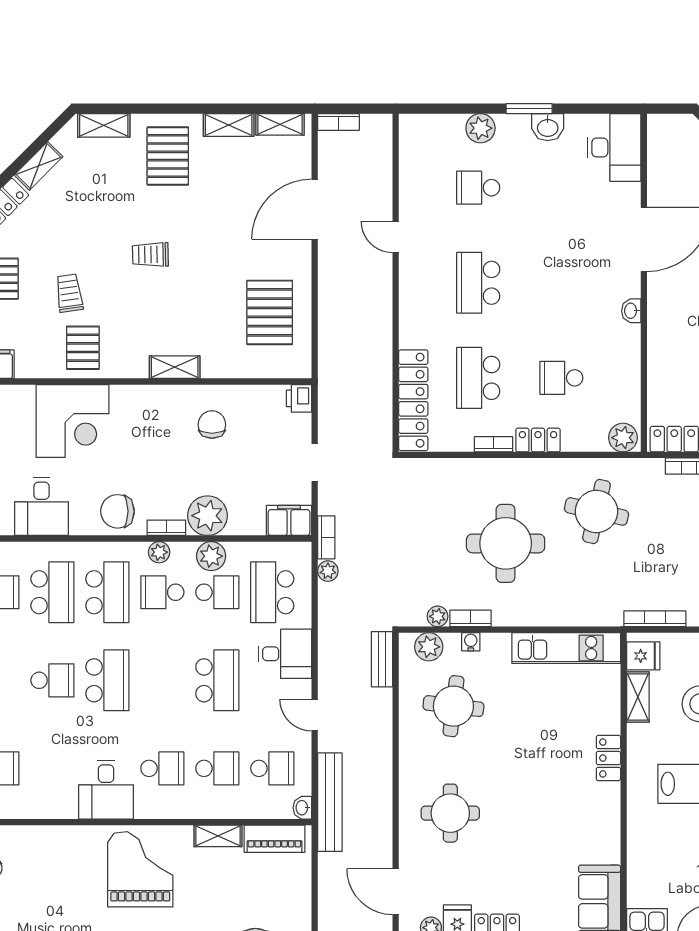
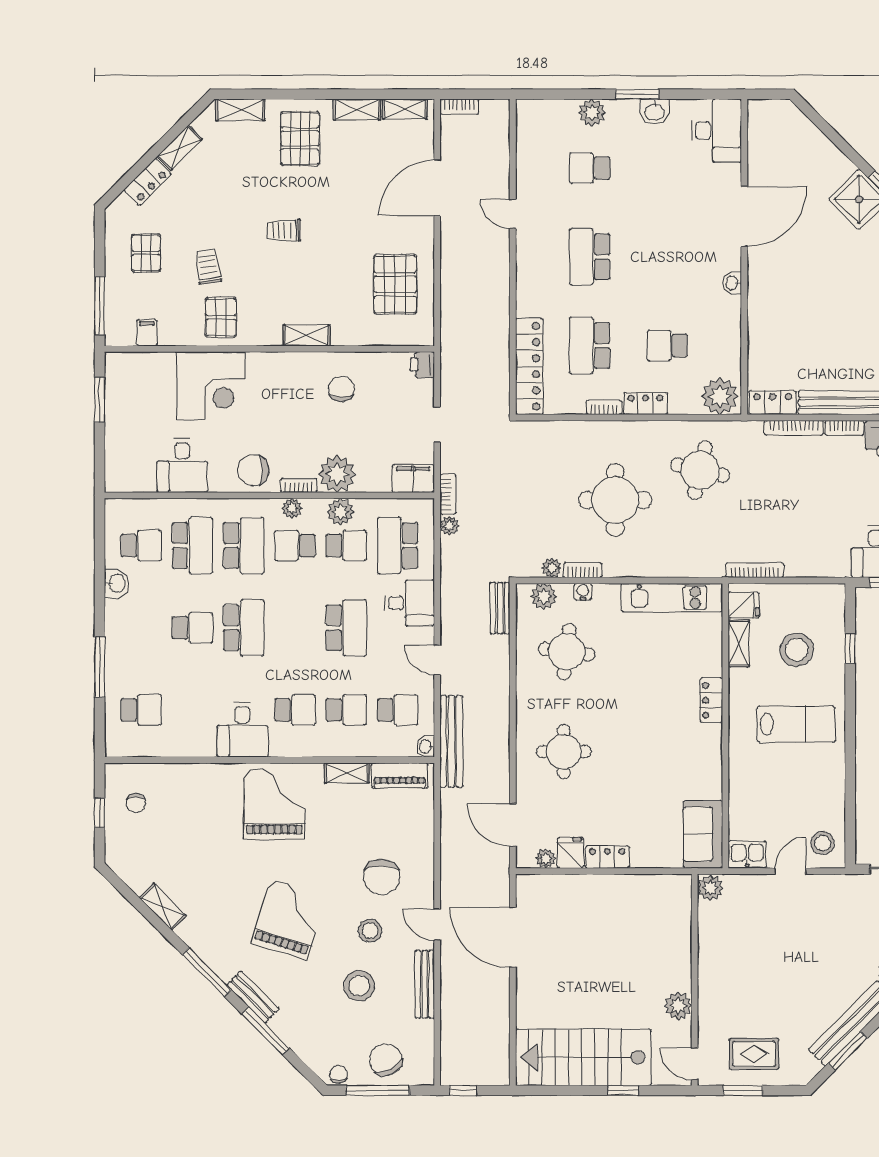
plant: (623, 438) -> (720, 396), width x1.36, depth x1.36

